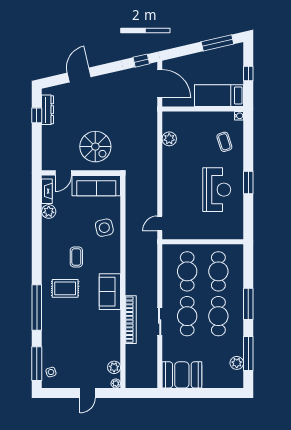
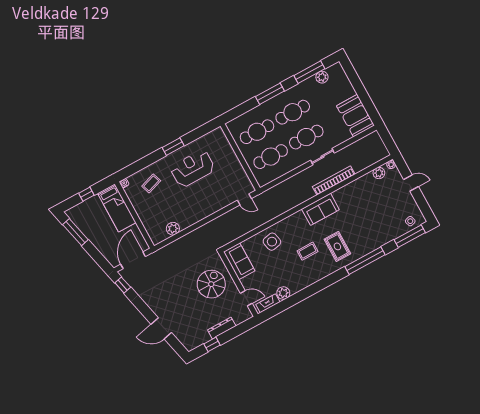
dresser: (47, 110) -> (222, 328), moved
sofa: (96, 186) -> (239, 261), width x0.73

